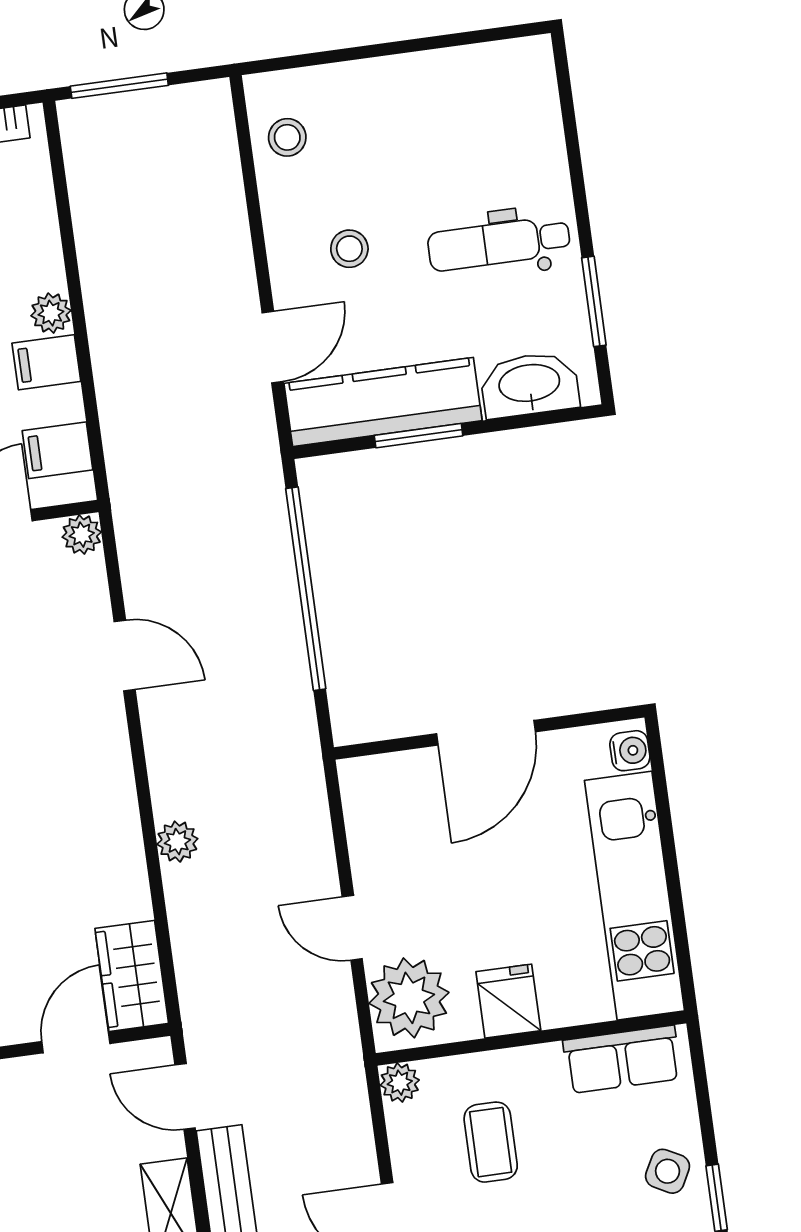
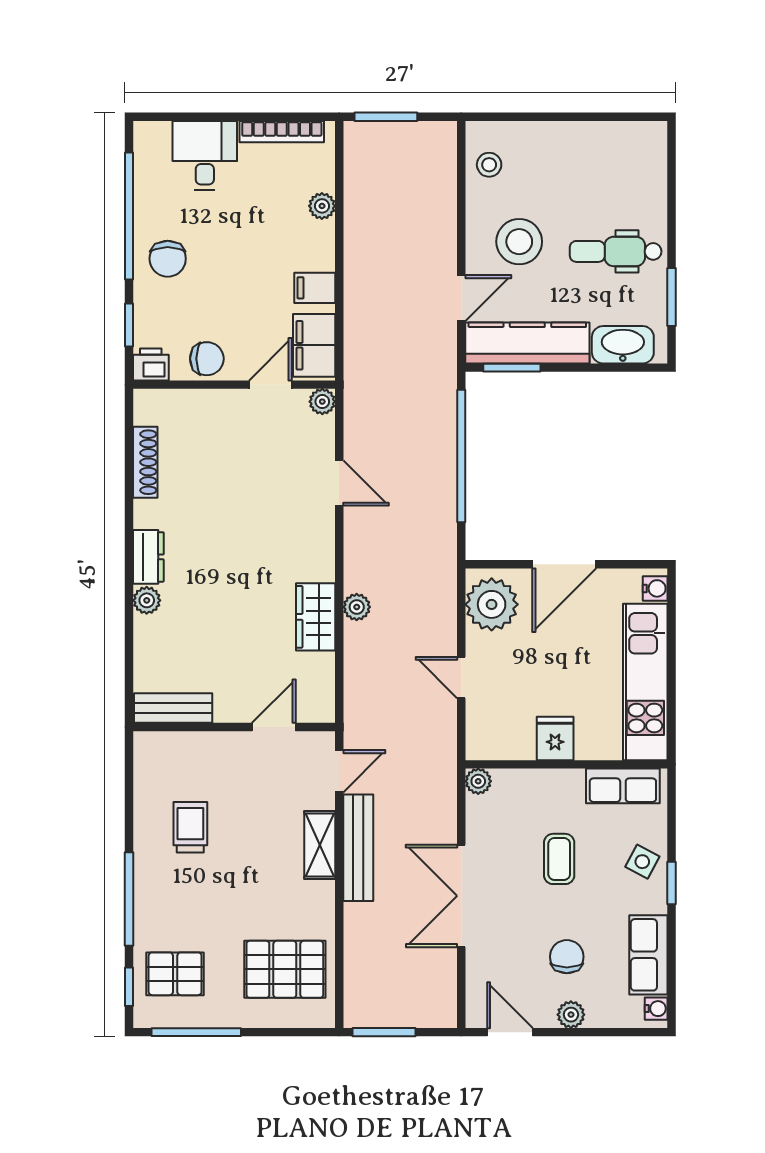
stool: (349, 249) -> (519, 242), width x1.89, depth x1.89
plant: (51, 313) -> (322, 206), moved
window: (419, 436) -> (512, 368), moved
filing cabinet: (58, 450) -> (314, 345), width x2.00
wardrobe: (132, 976) -> (316, 617), moved
plant: (409, 998) -> (492, 604), moved
door: (185, 1096) -> (339, 771), swing flipped
coffee table: (491, 1142) -> (559, 859), moved

